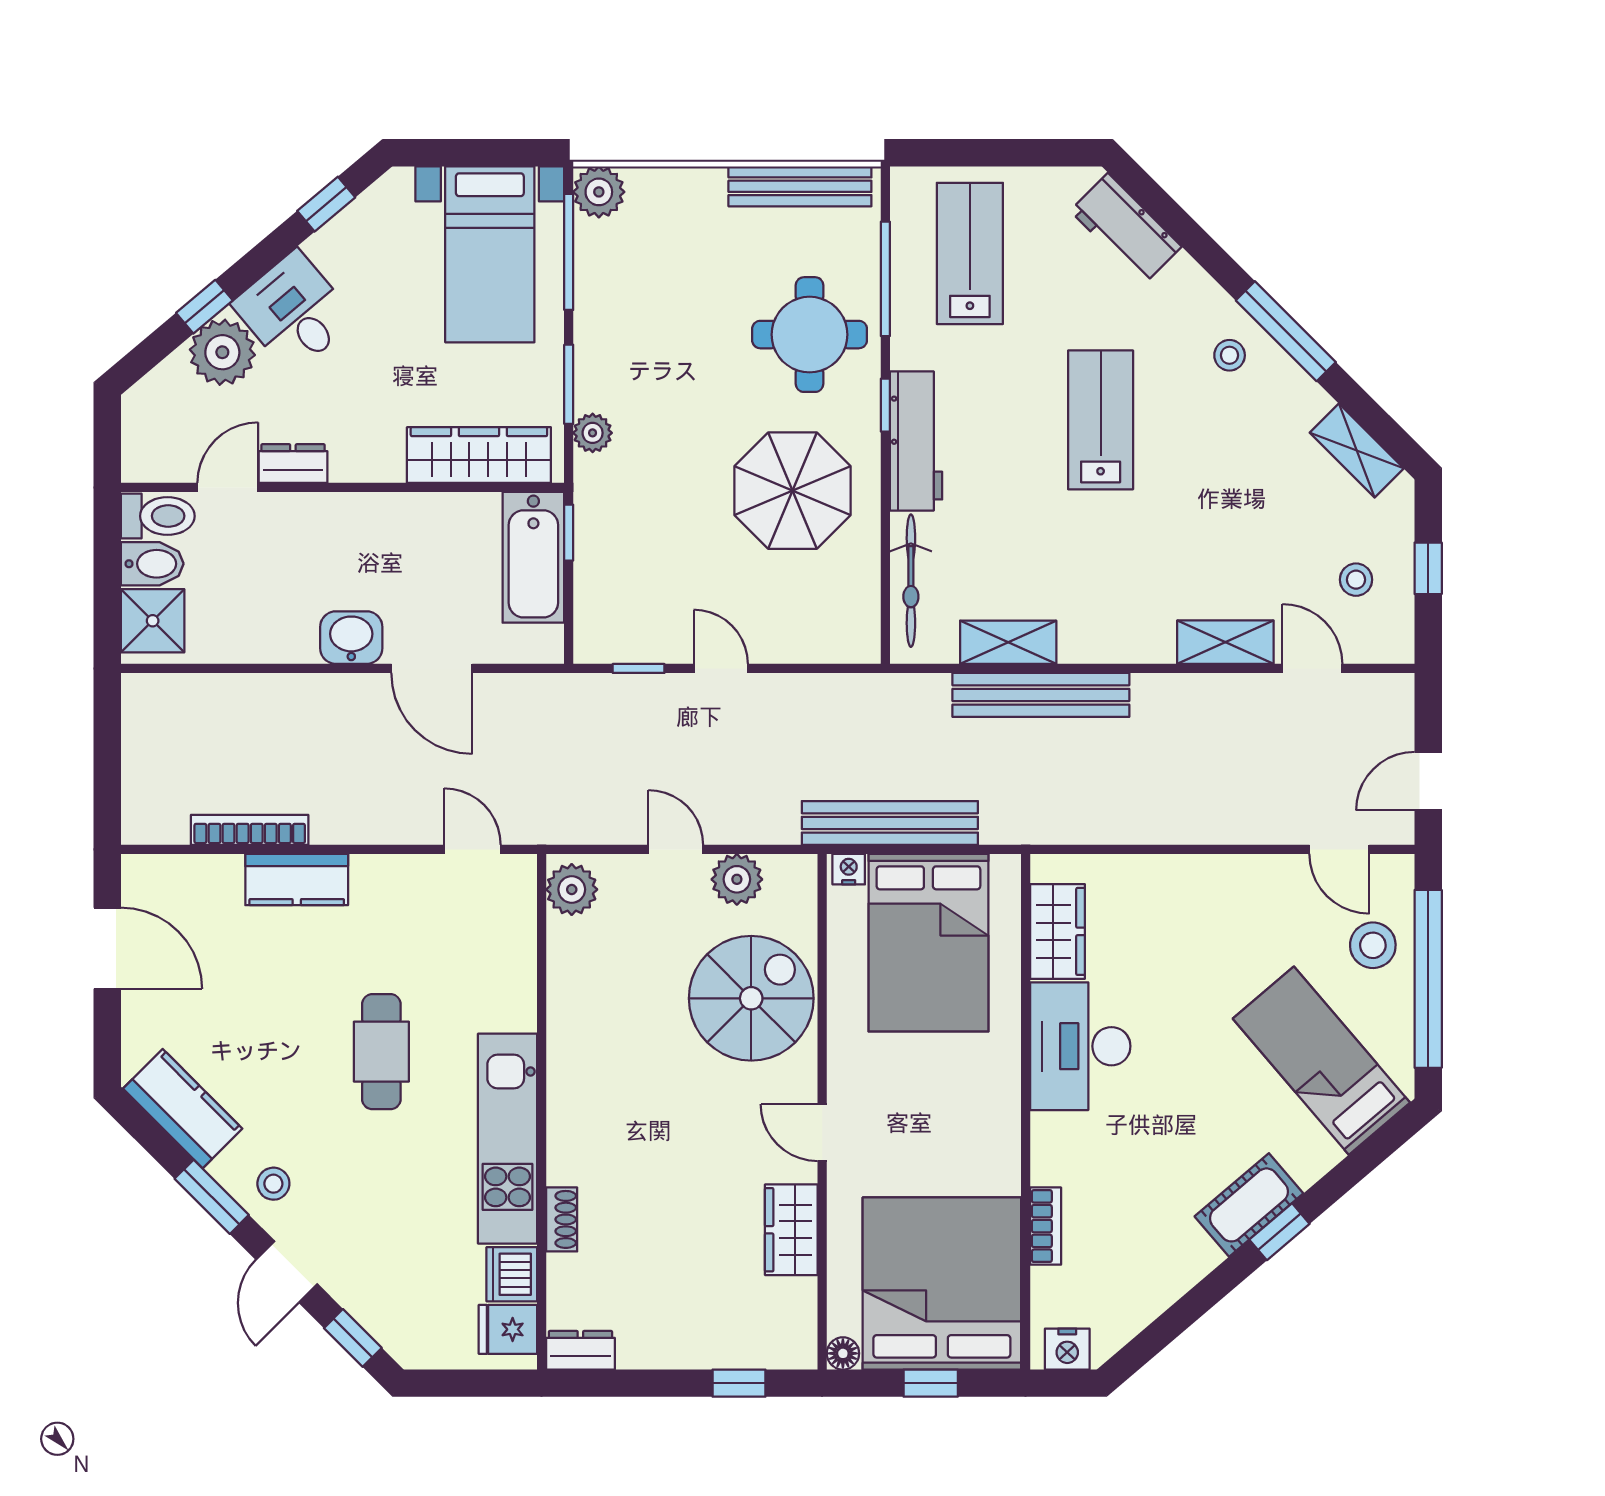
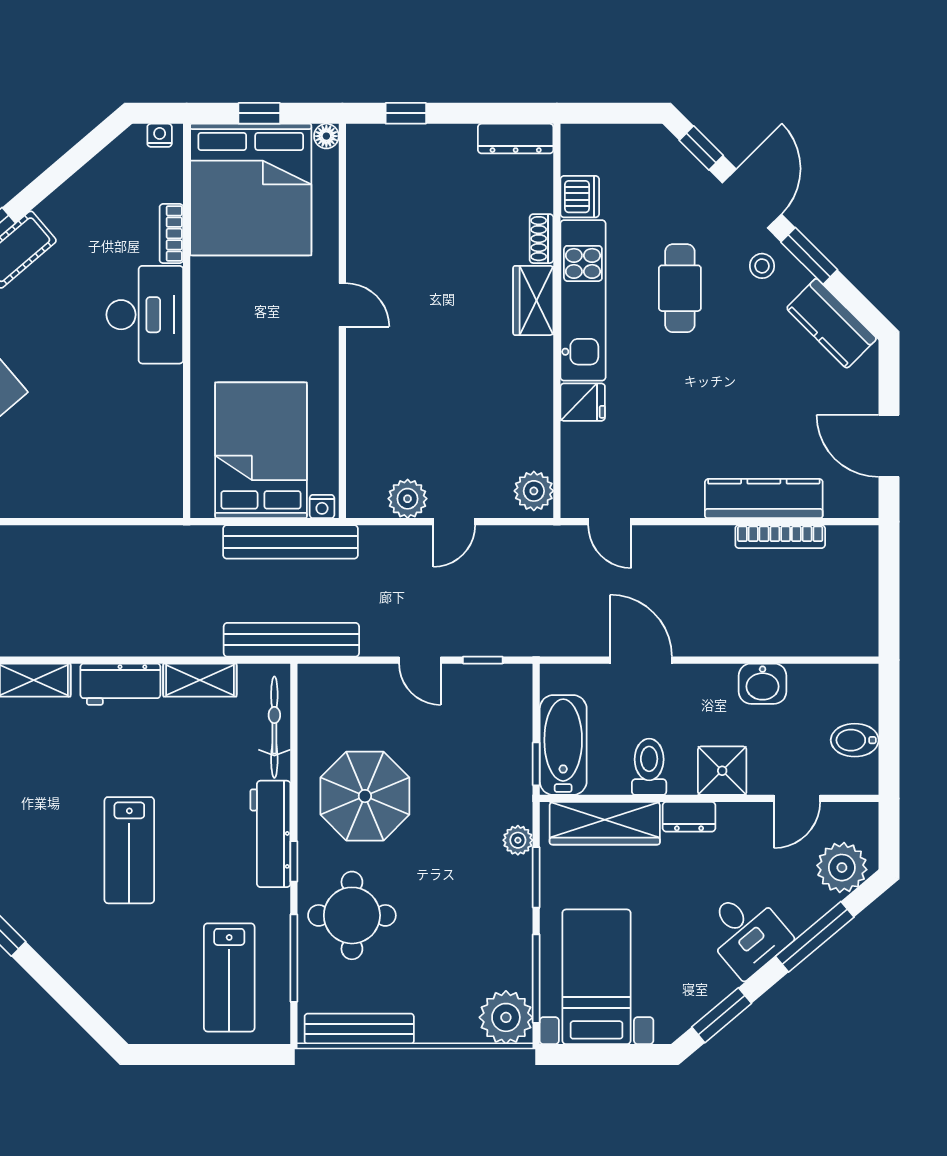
plant: (599, 192) -> (506, 1017), width x1.36, depth x1.36
window: (326, 204) -> (722, 1015), width x1.50
workbench: (1126, 229) -> (120, 684), moved, turned 135
window: (204, 307) -> (815, 937), width x2.17
plant: (222, 352) -> (842, 868), moved
stool: (1230, 355) -> (31, 900), removed
dresser: (293, 464) -> (689, 817), moved
toilet: (158, 516) -> (649, 767), moved, turned 90
shower: (153, 621) -> (722, 771), moved
washbasin: (351, 638) -> (763, 684), moved
bench: (1041, 695) -> (291, 640), moved
door: (676, 849) -> (454, 522), hinge flipped
kitchen counter: (297, 880) -> (764, 499), width x1.50
wardrobe: (1058, 931) -> (162, 459), removed
spiral stairs: (751, 998) -> (397, 408), removed
desk: (1080, 1046) -> (145, 315), moved
cafe table: (381, 1052) -> (680, 288), moved
wardrobe: (791, 1230) -> (533, 300), moved, turned 180
door: (287, 1272) -> (752, 199), width x1.38
fridge: (508, 1329) -> (583, 402), moved
nightstand: (1067, 1349) -> (160, 135), width x0.72, depth x0.74
dresser: (580, 1350) -> (516, 139), width x1.44

